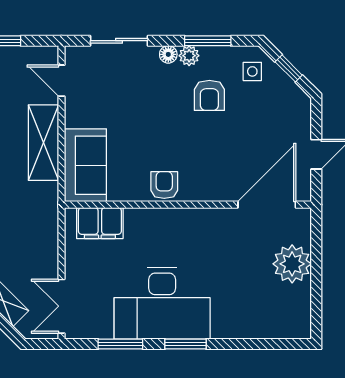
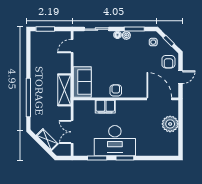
door: (61, 81) -> (72, 46), hinge flipped
armchair: (209, 95) -> (168, 62), moved
shelving: (43, 143) -> (64, 90), moved
door: (267, 205) -> (159, 99), hinge flipped
filing cabinet: (100, 223) -> (105, 107), moved
double door: (61, 306) -> (72, 132), moved

